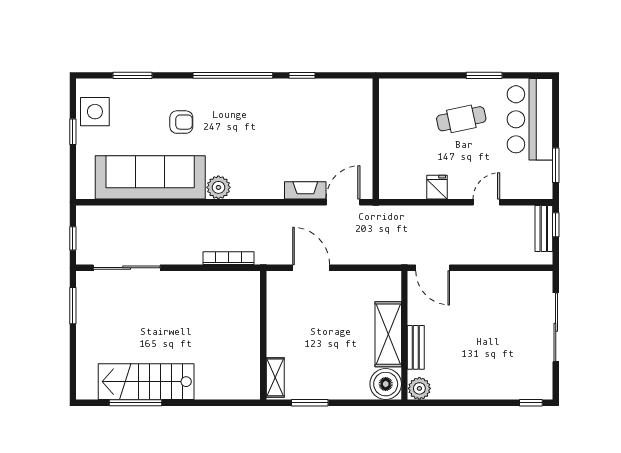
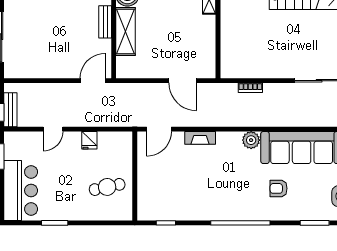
window: (302, 75) -> (166, 223), moved
cafe table: (461, 119) -> (107, 187), moved
fireplace: (305, 190) -> (200, 138), moved
bookcase: (229, 258) -> (250, 88), width x0.64
door: (433, 268) -> (93, 81), hinge flipped

